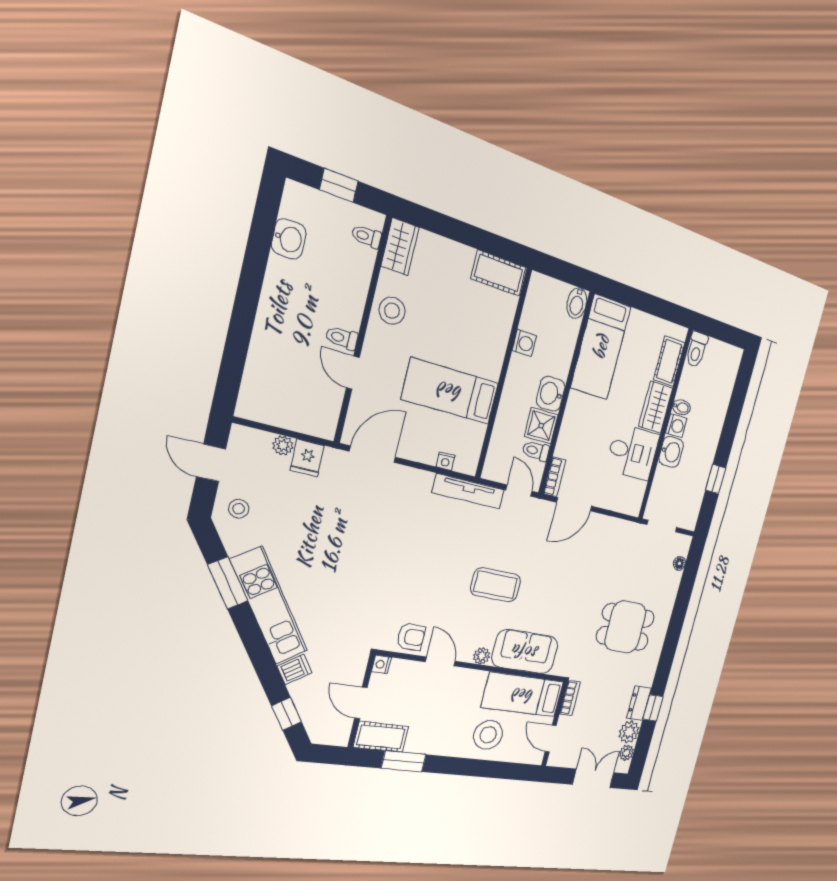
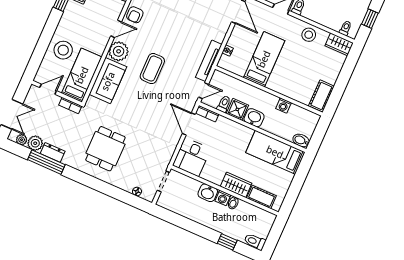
toilet: (697, 350) -> (255, 242), moved
desk: (633, 452) -> (192, 157), moved
window: (716, 479) -> (227, 242), moved
plant: (482, 656) -> (119, 51), width x1.87, depth x1.87
window: (653, 708) -> (46, 162), width x2.17

